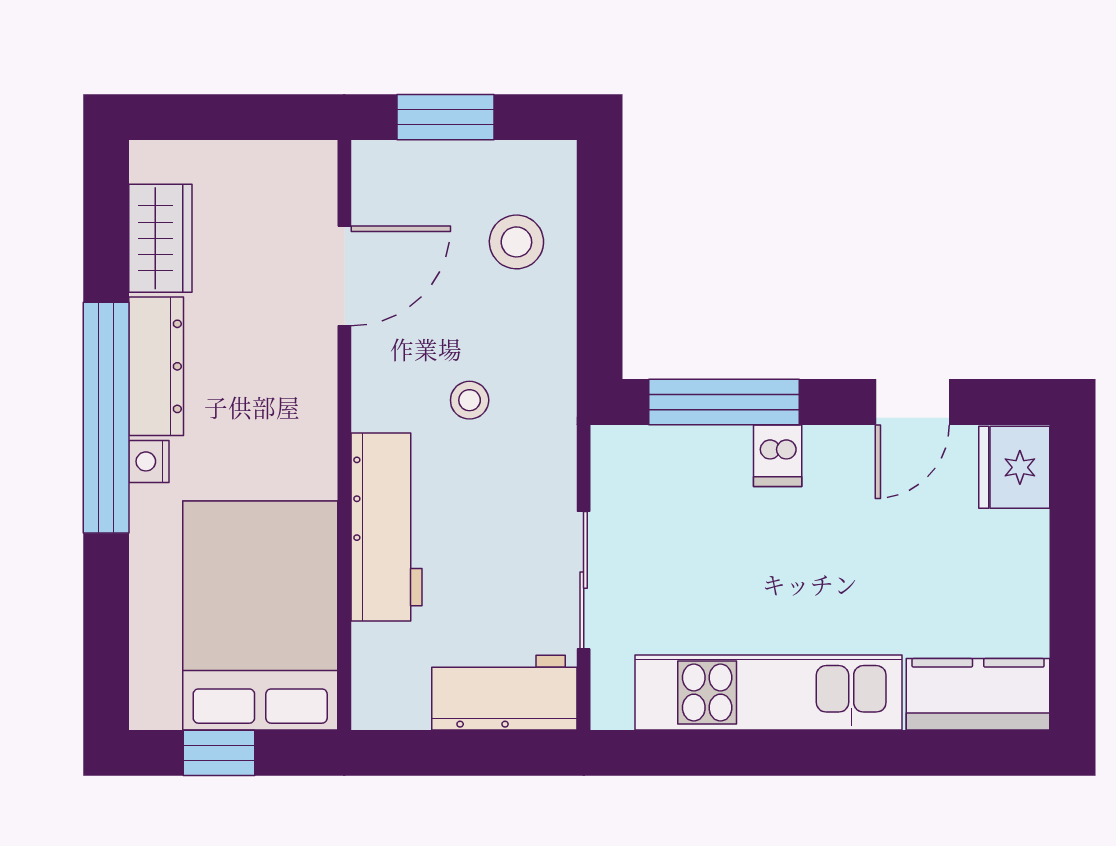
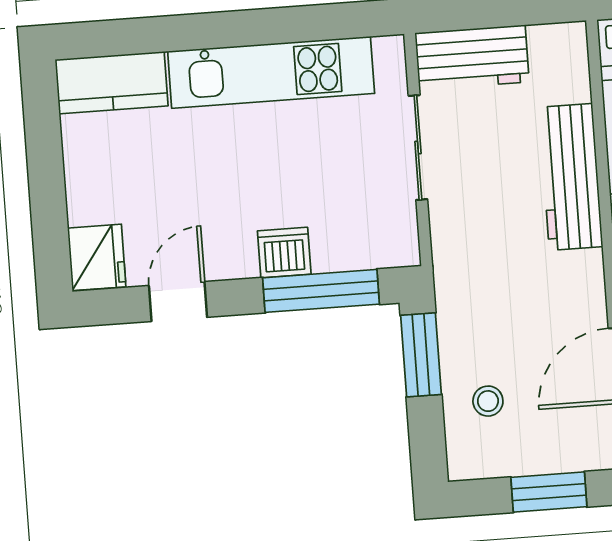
stool: (516, 242) -> (488, 401), width x0.73, depth x0.73
window: (600, 309) -> (421, 355), added
stool: (470, 400) -> (515, 278), removed
dishwasher: (778, 456) -> (284, 253), width x1.38

